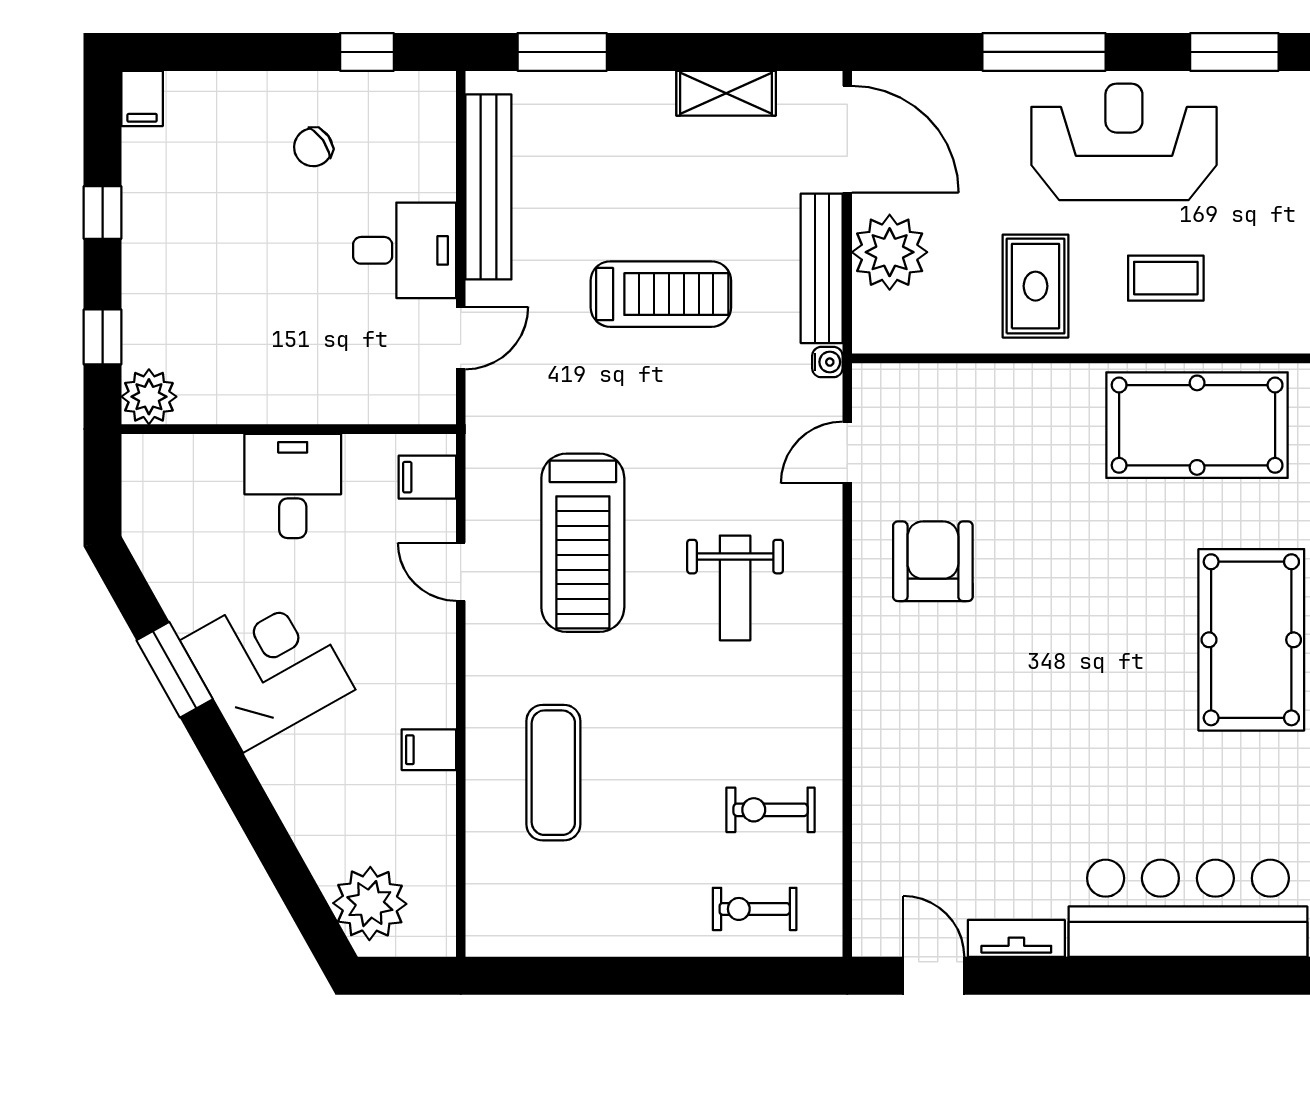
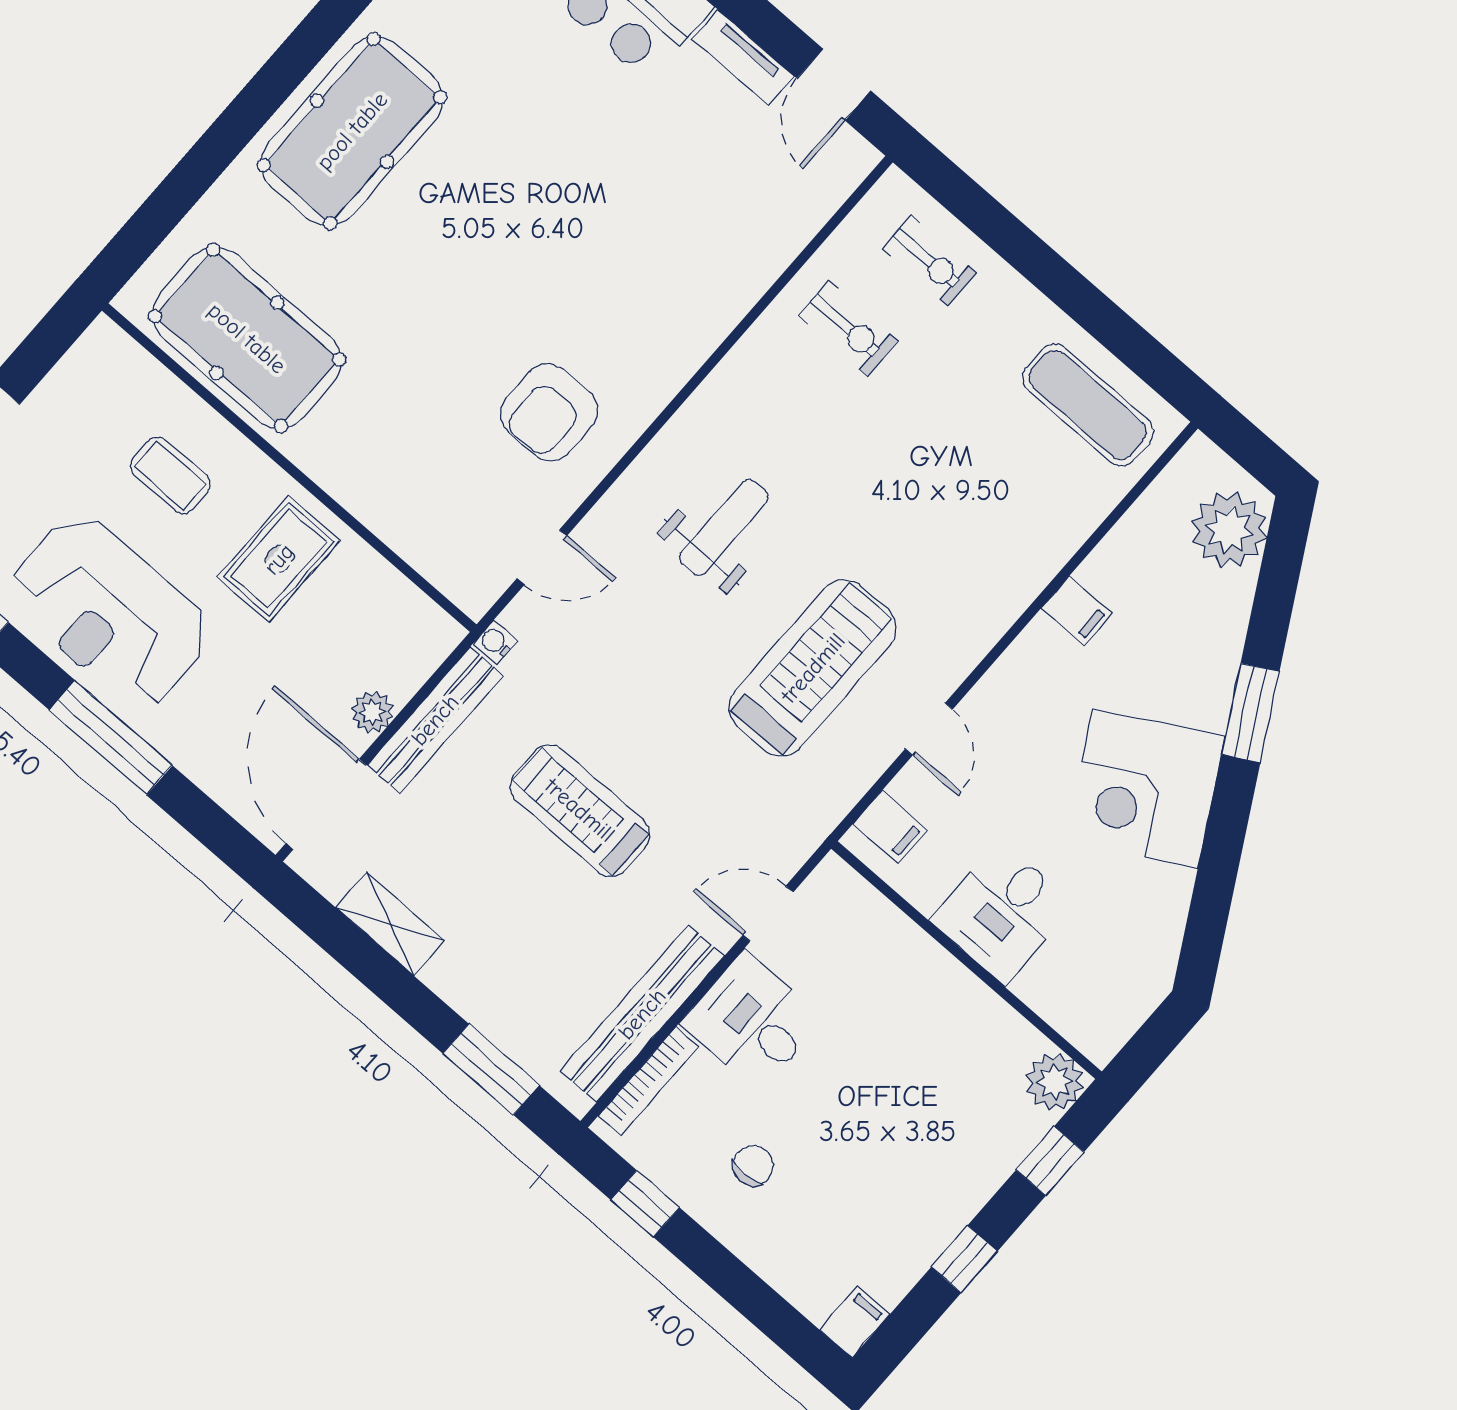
bookcase: (442, 142) -> (648, 1081), added
chair: (313, 147) -> (753, 1166), turned -55
plant: (890, 252) -> (372, 712), width x0.53, depth x0.53
window: (175, 670) -> (1250, 713), moved
exercise mat: (553, 773) -> (1088, 405), moved, turned 90

